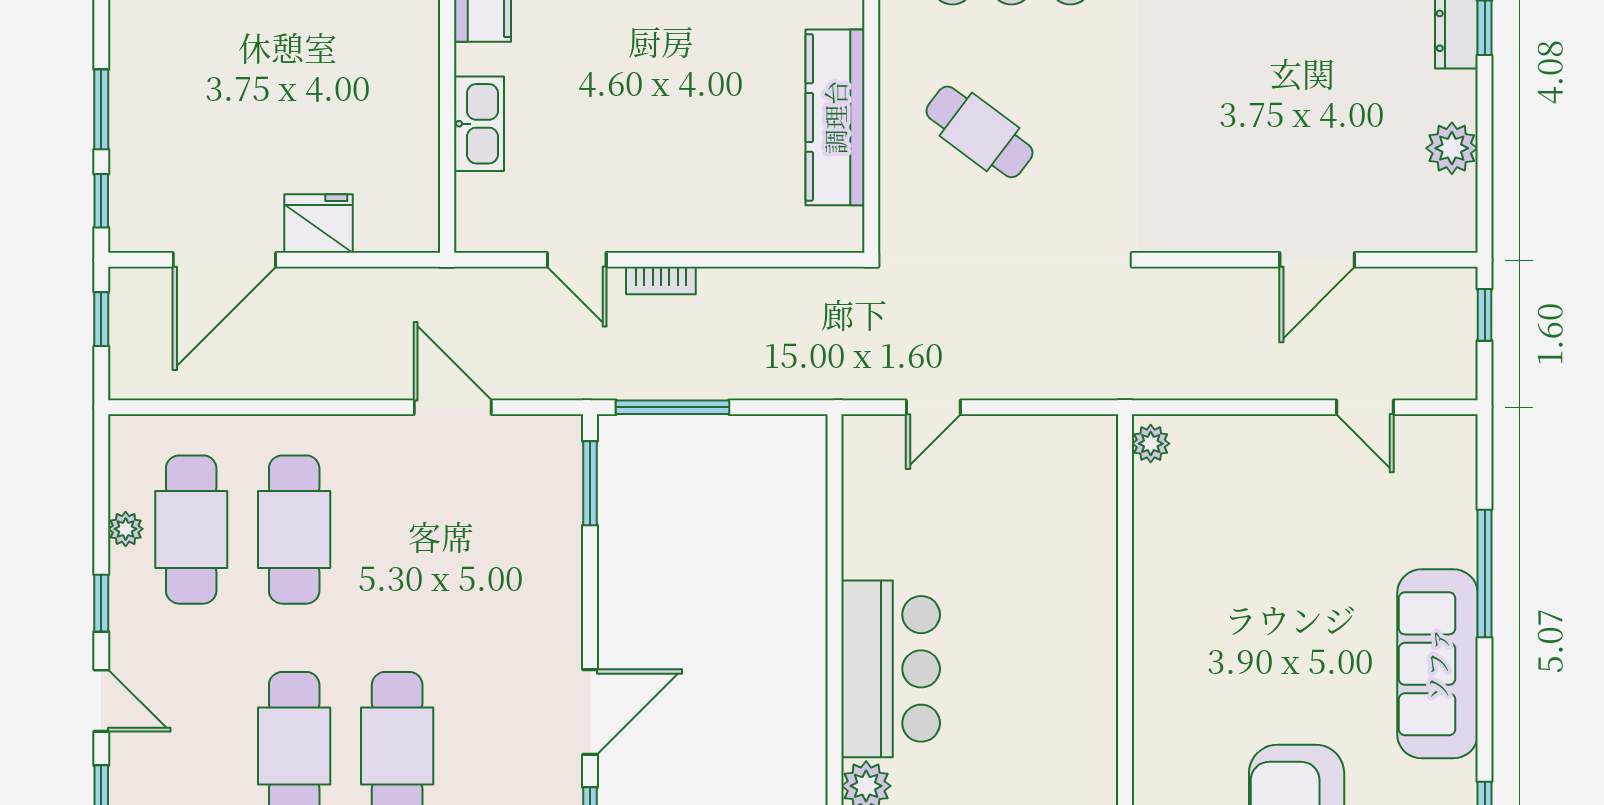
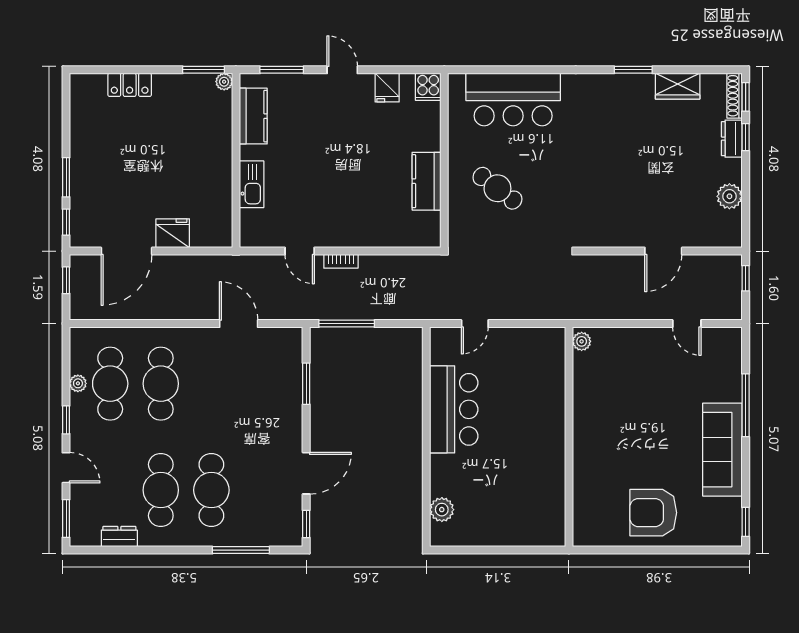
kitchen counter: (835, 117) -> (427, 181), width x0.67
window: (590, 483) -> (306, 384), moved
bar counter: (891, 669) -> (454, 409), moved

